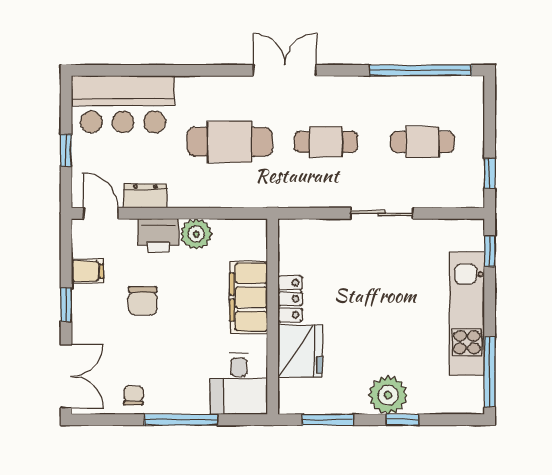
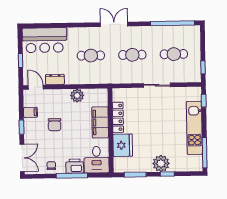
cafe table: (230, 142) -> (91, 56), width x0.73, depth x0.74
printer: (158, 235) -> (75, 166), moved, turned 180
locker: (290, 299) -> (118, 117), width x1.53

